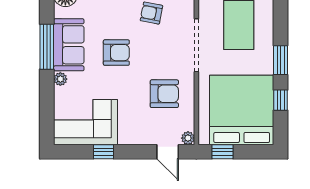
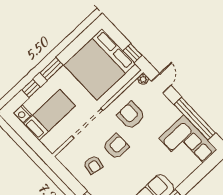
armchair: (116, 53) -> (116, 146), moved, turned 90
plant: (60, 79) -> (177, 180), removed
window: (281, 100) -> (31, 89), moved
window: (103, 152) -> (195, 119), width x3.17

